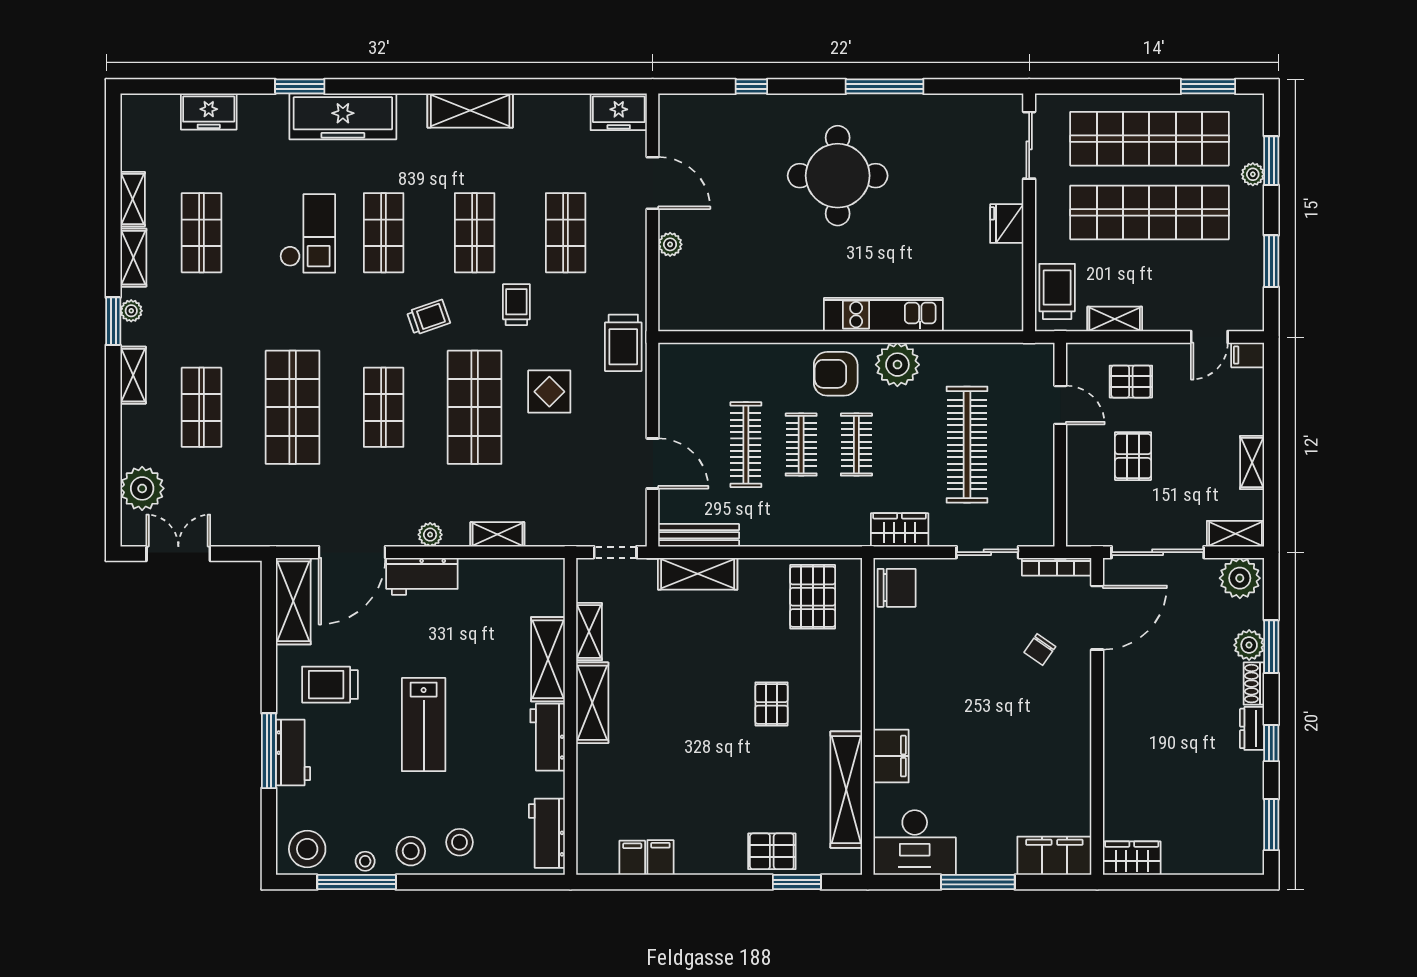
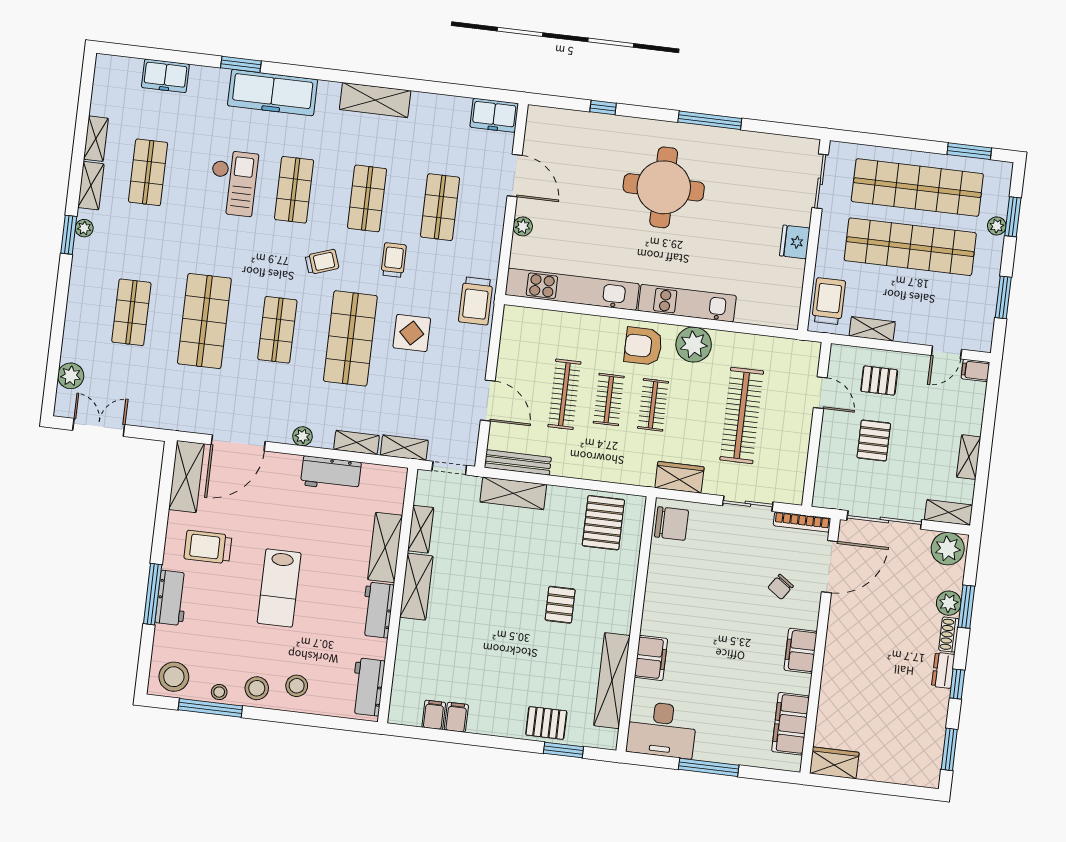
kitchen unit: (740, 314) -> (572, 289), added
shelving: (133, 375) -> (404, 448), moved, turned 90
plant: (142, 488) -> (71, 376), width x0.73, depth x0.73
workbench: (422, 576) -> (331, 474), moved
filing cabinet: (1074, 725) -> (801, 651), added
filing cabinet: (1054, 856) -> (791, 724), moved, turned -90

